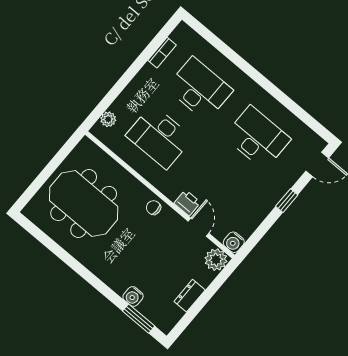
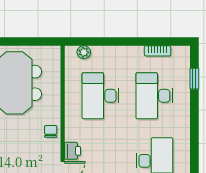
window: (214, 41) -> (194, 79), added
desk: (200, 89) -> (154, 96), turned 180

